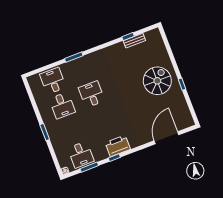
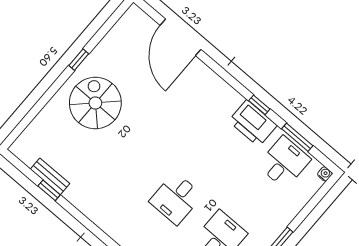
spiral stairs: (157, 81) -> (95, 103), turned 90
door: (166, 138) -> (180, 37), hinge flipped
printer: (118, 146) -> (253, 123), moved

